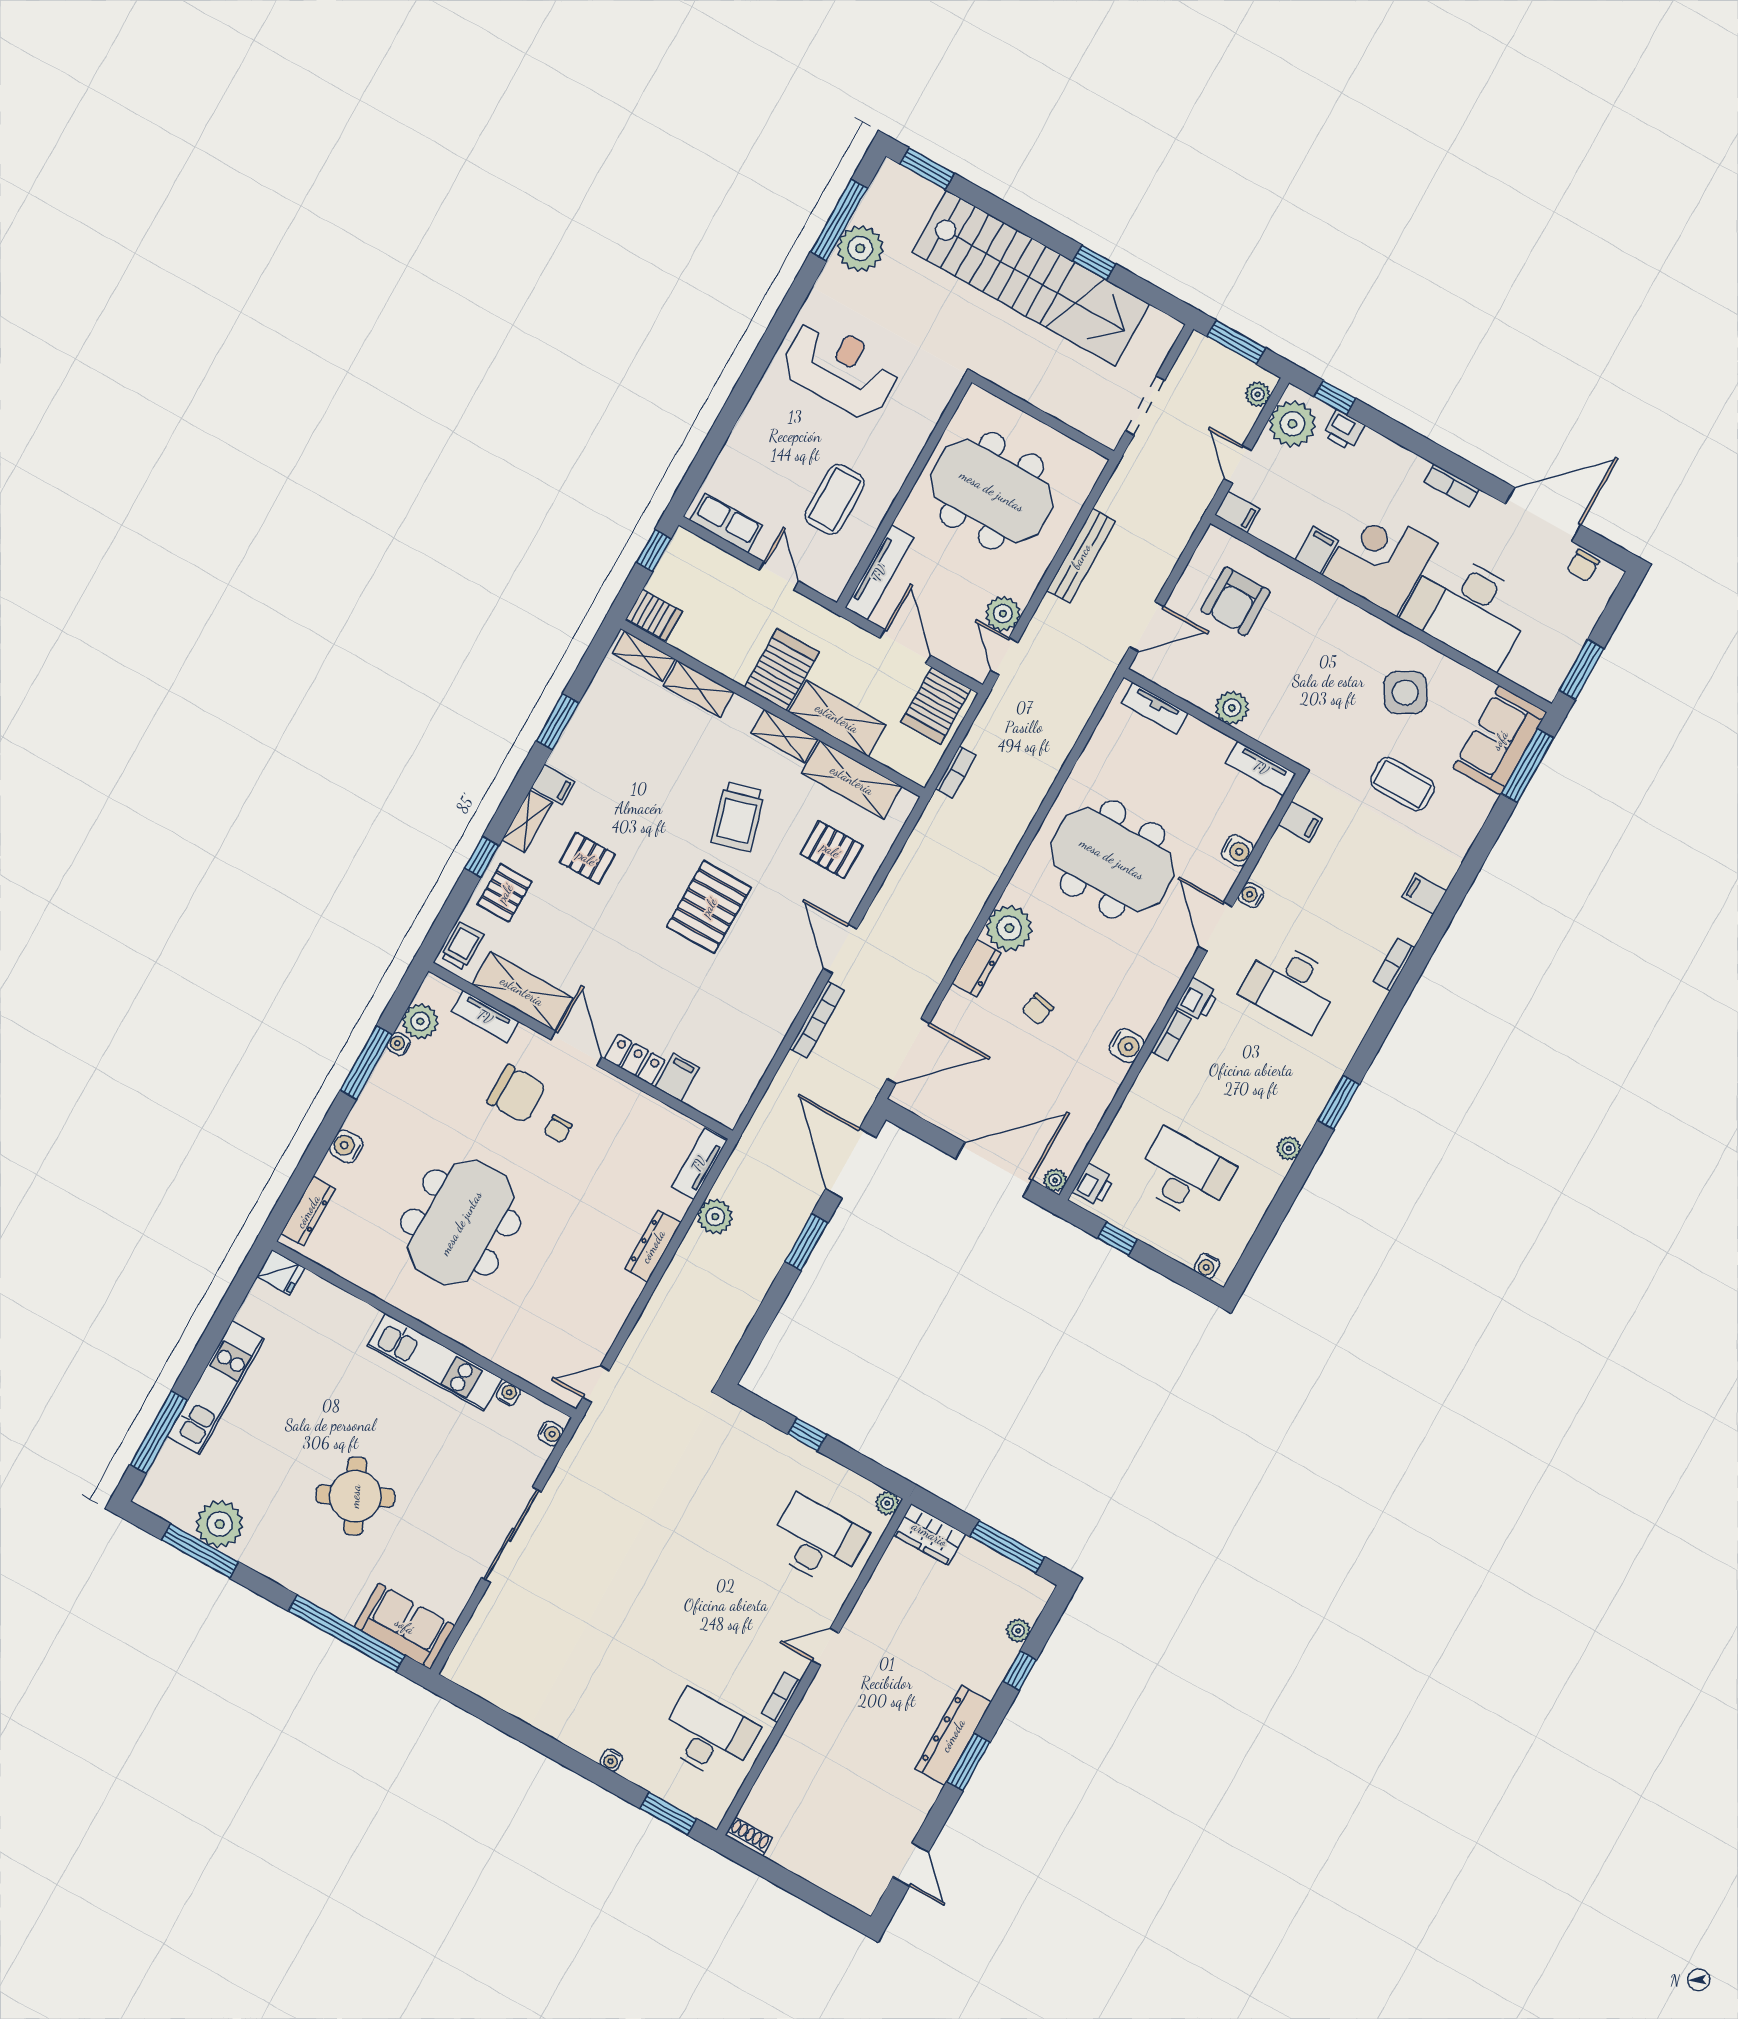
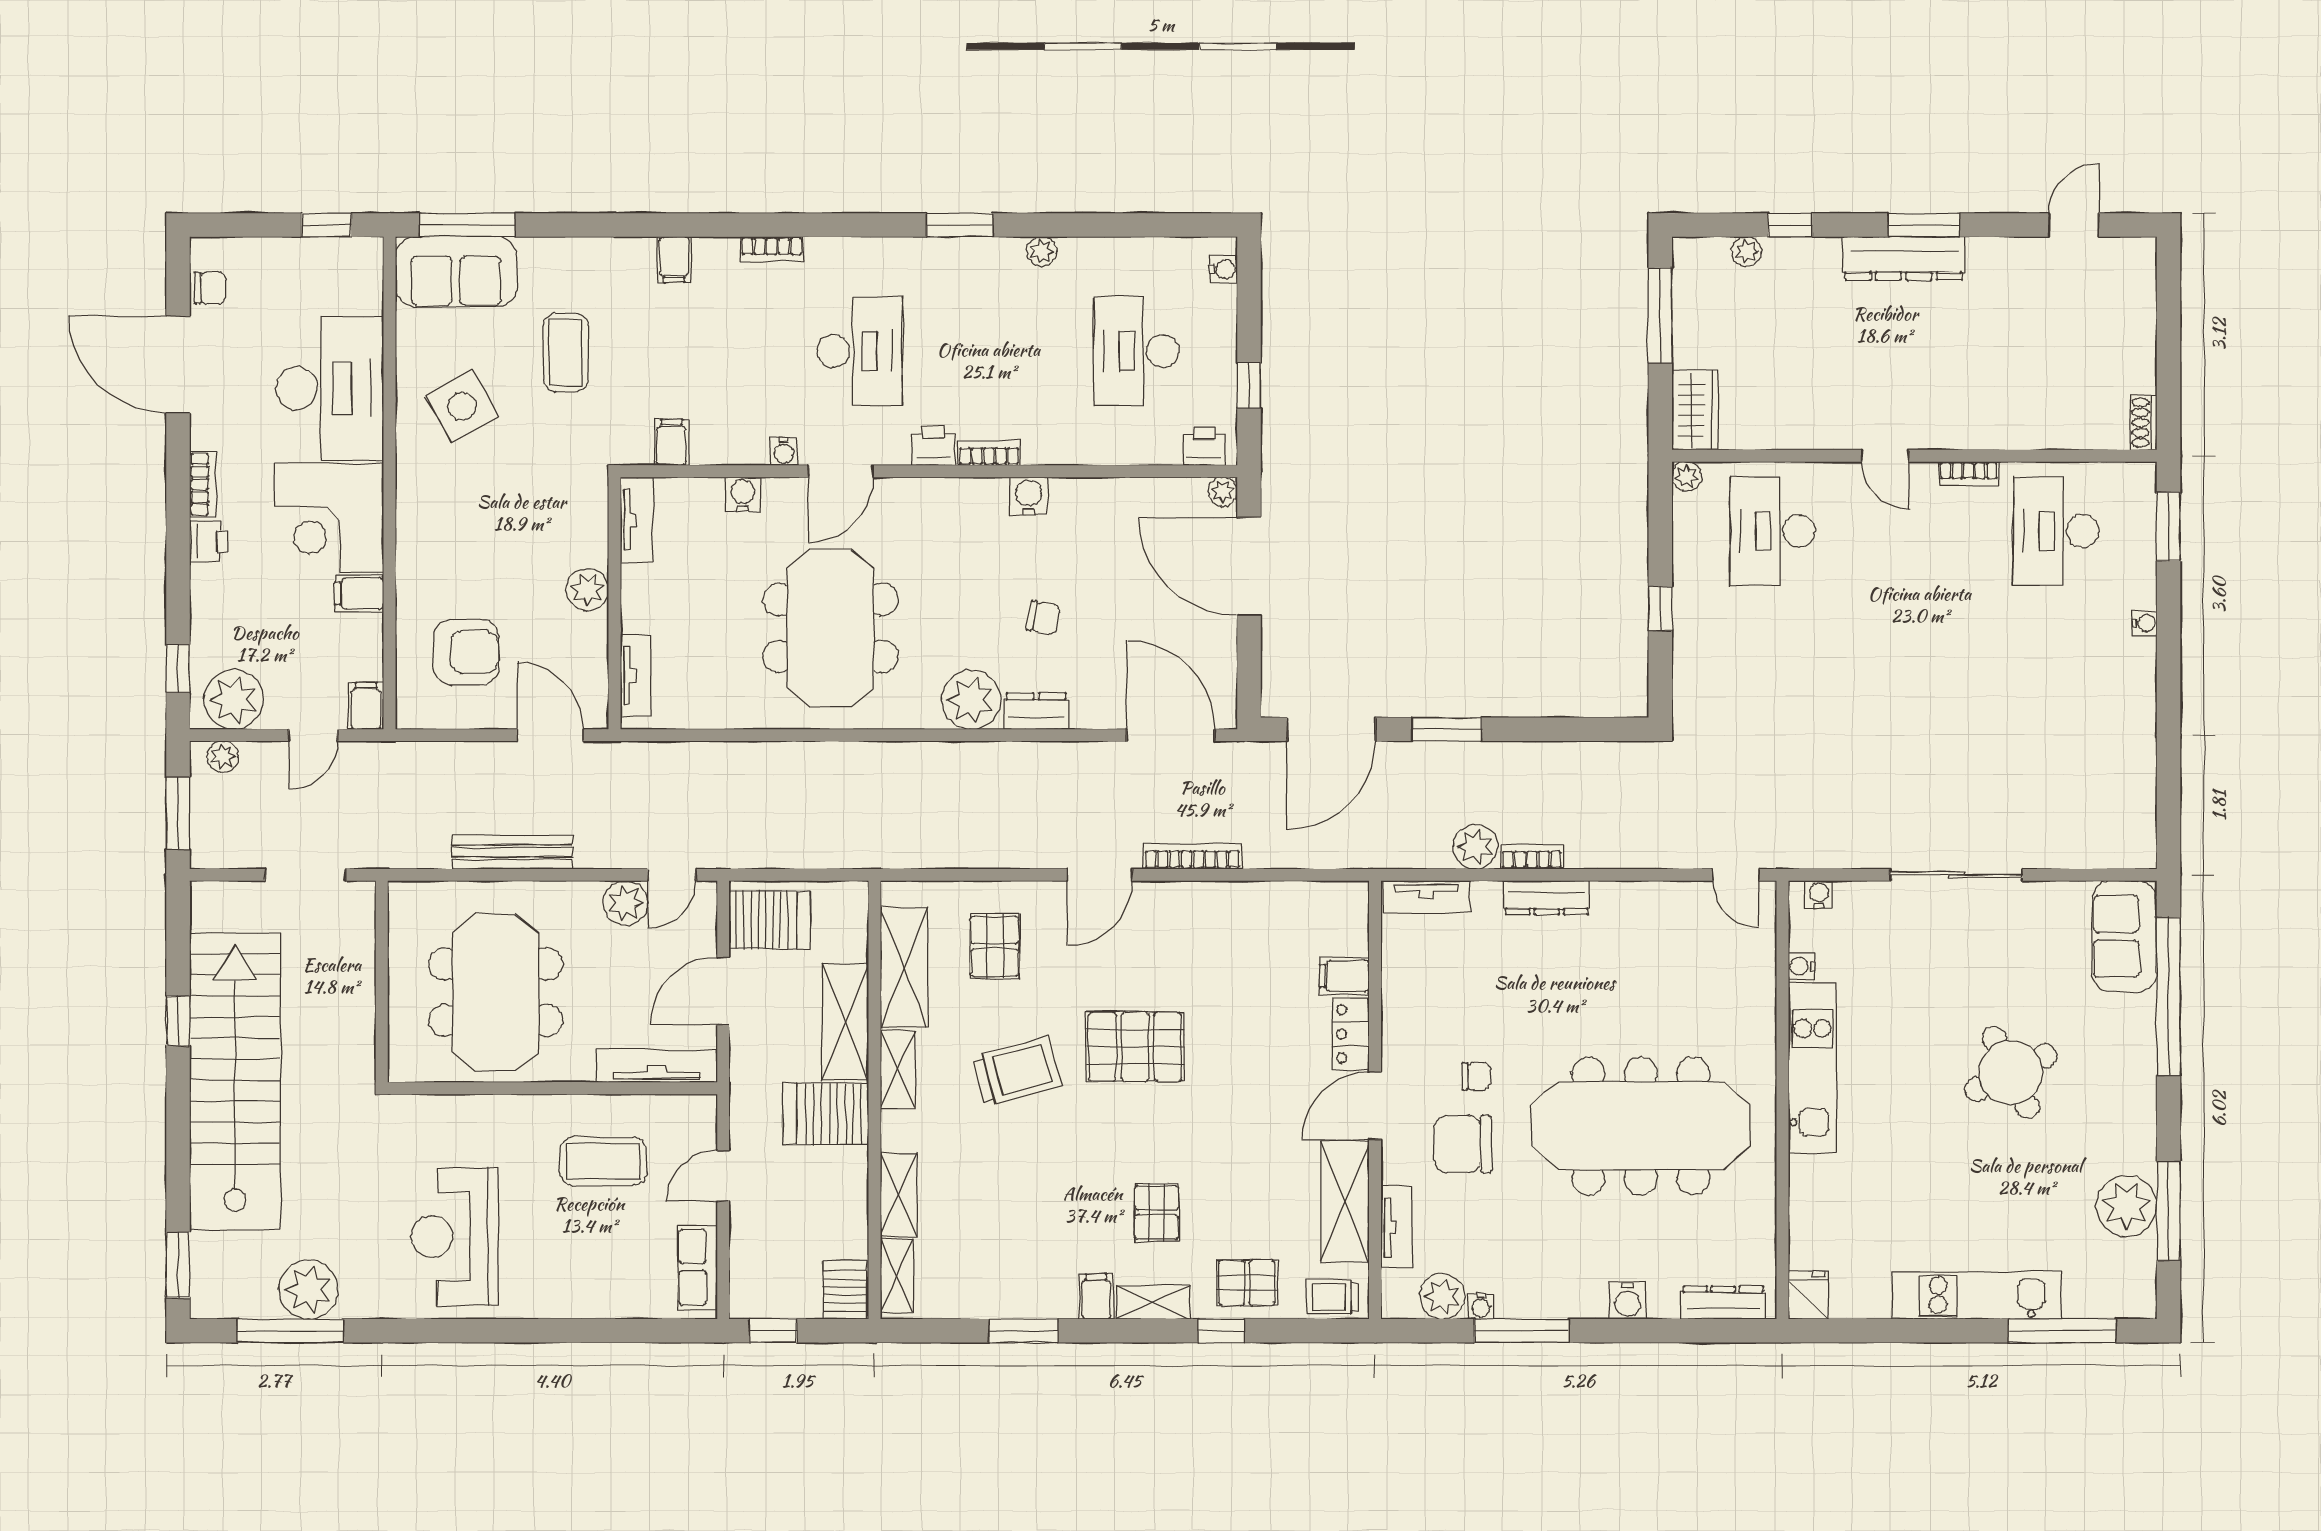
printer: (1344, 430) -> (209, 541), moved
window: (1581, 669) -> (326, 225), width x0.67
bookcase: (956, 772) -> (1532, 857), moved
chair: (517, 1094) -> (1463, 1144), turned -90
meeting table: (461, 1223) -> (1641, 1126), width x1.36

